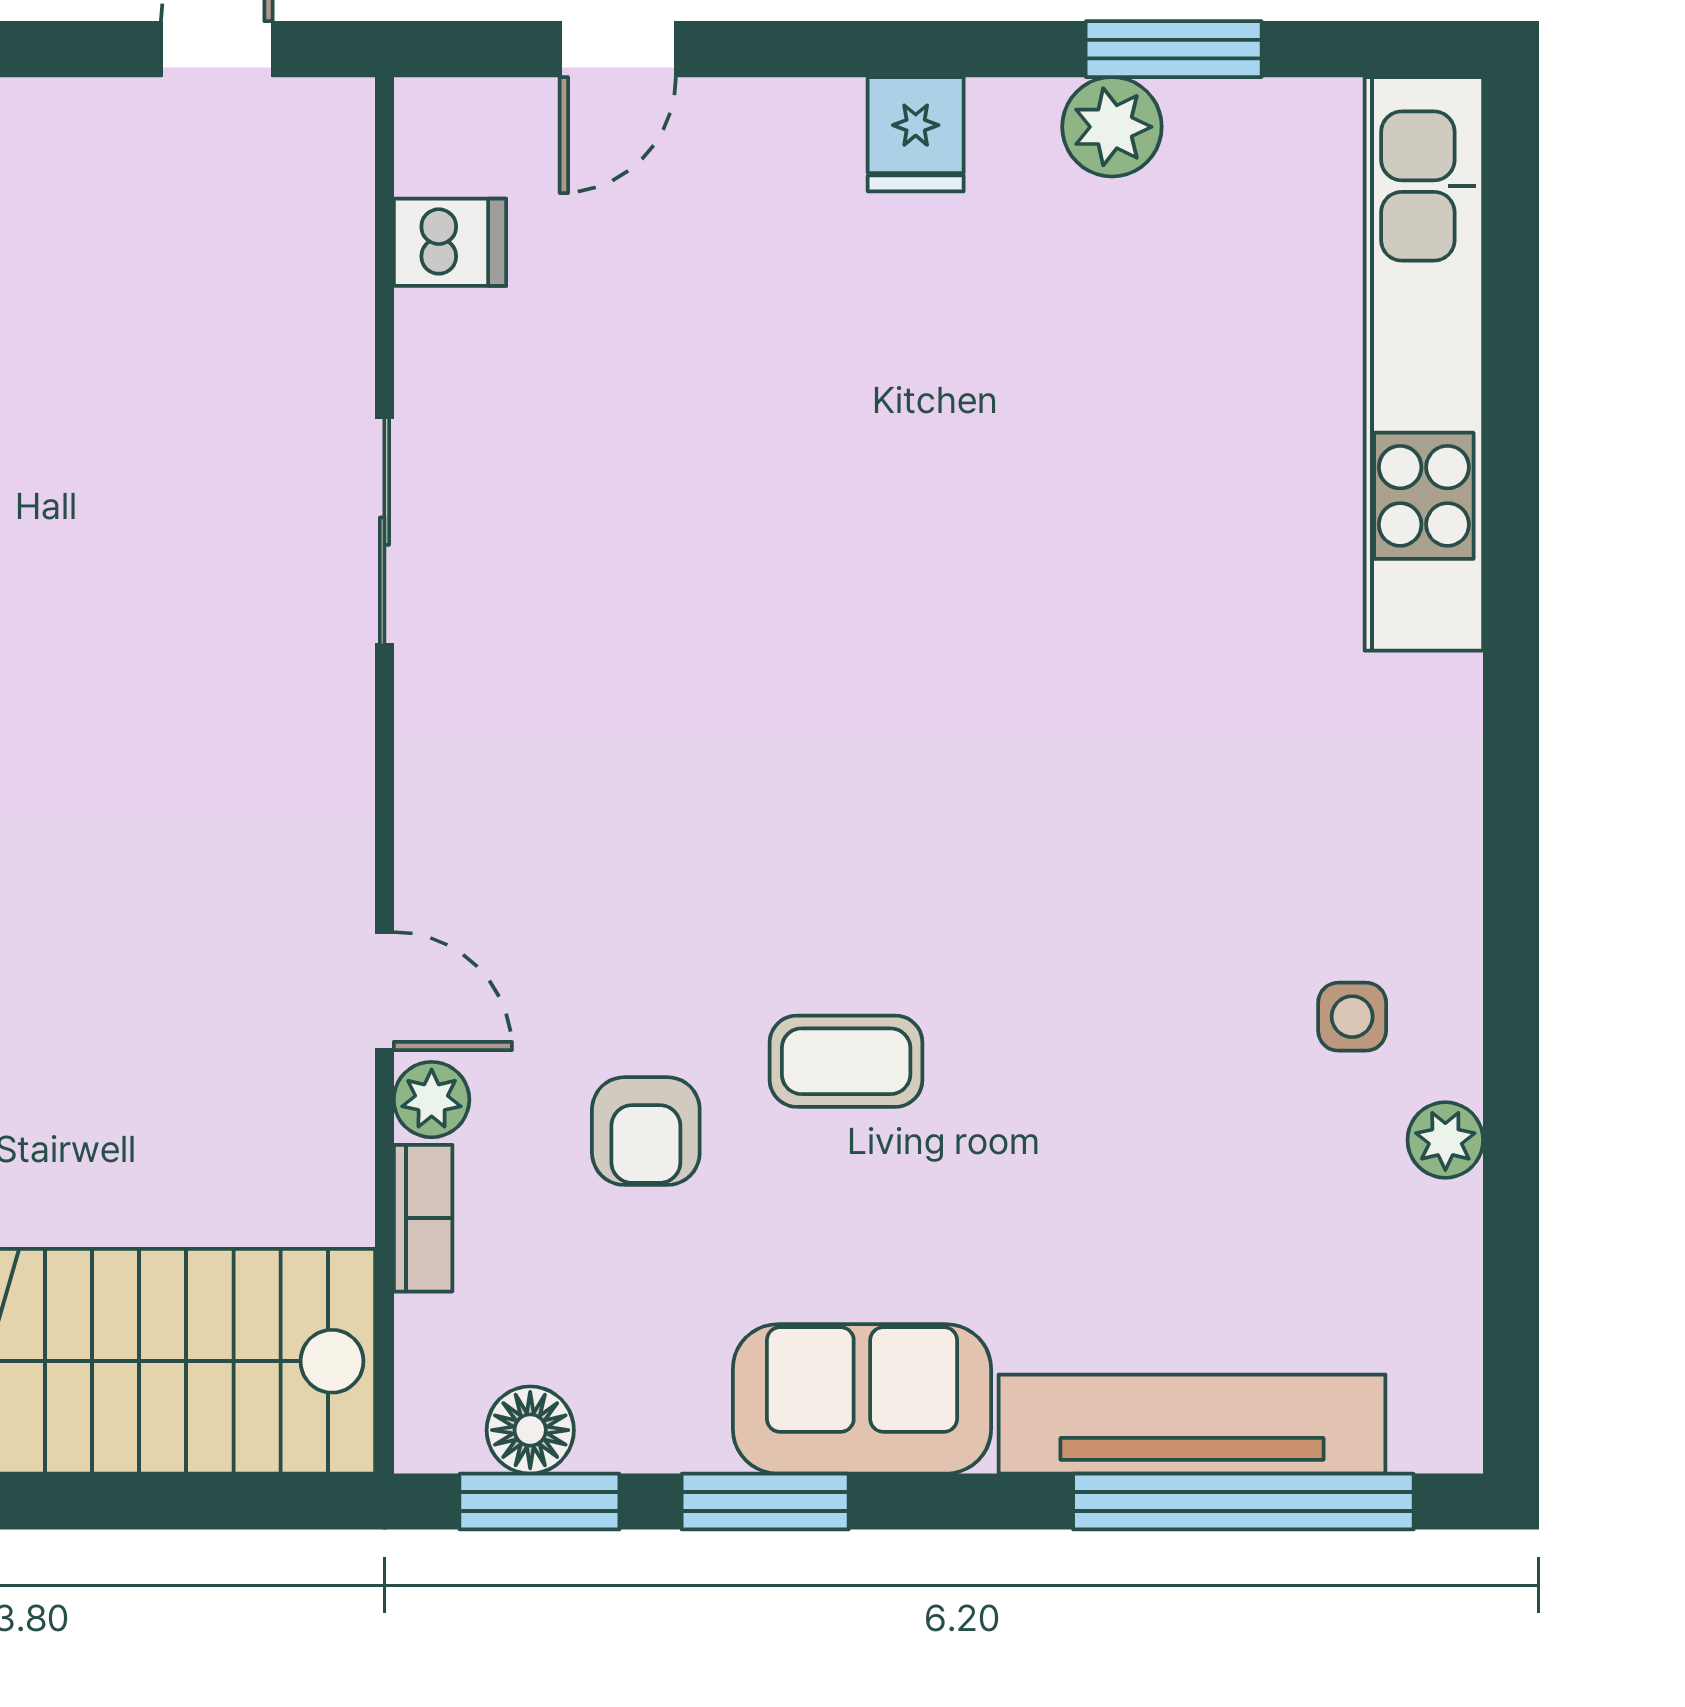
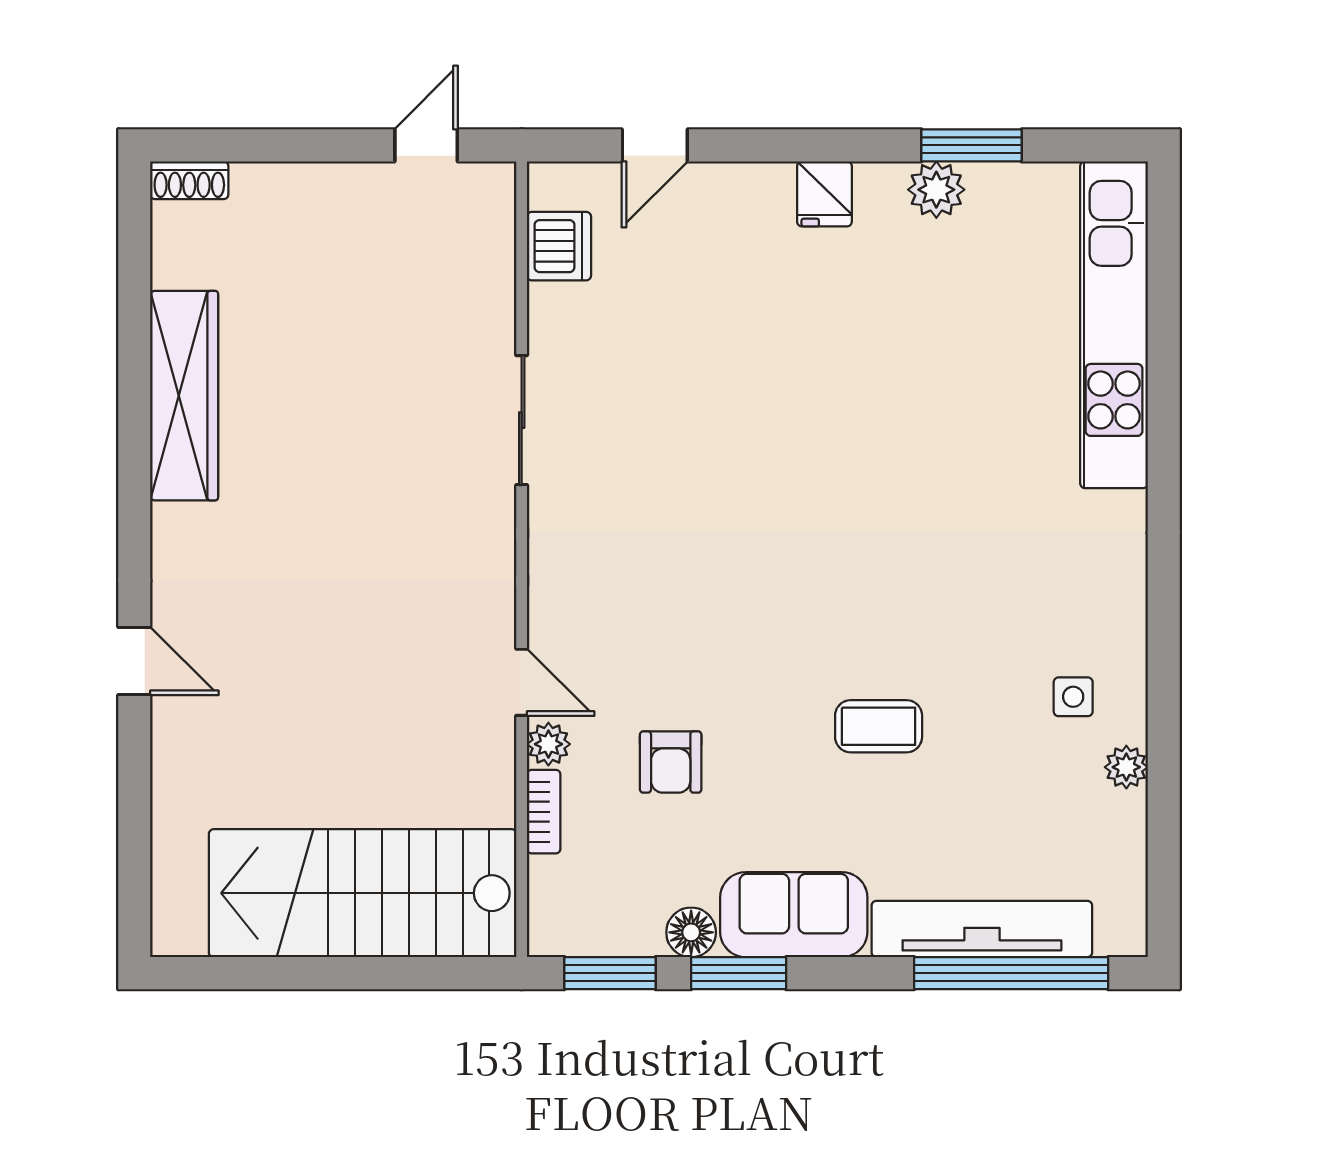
dishwasher: (450, 242) -> (559, 246), width x1.38
coffee table: (846, 1061) -> (879, 726), moved
floor lamp: (530, 1430) -> (691, 932), moved

